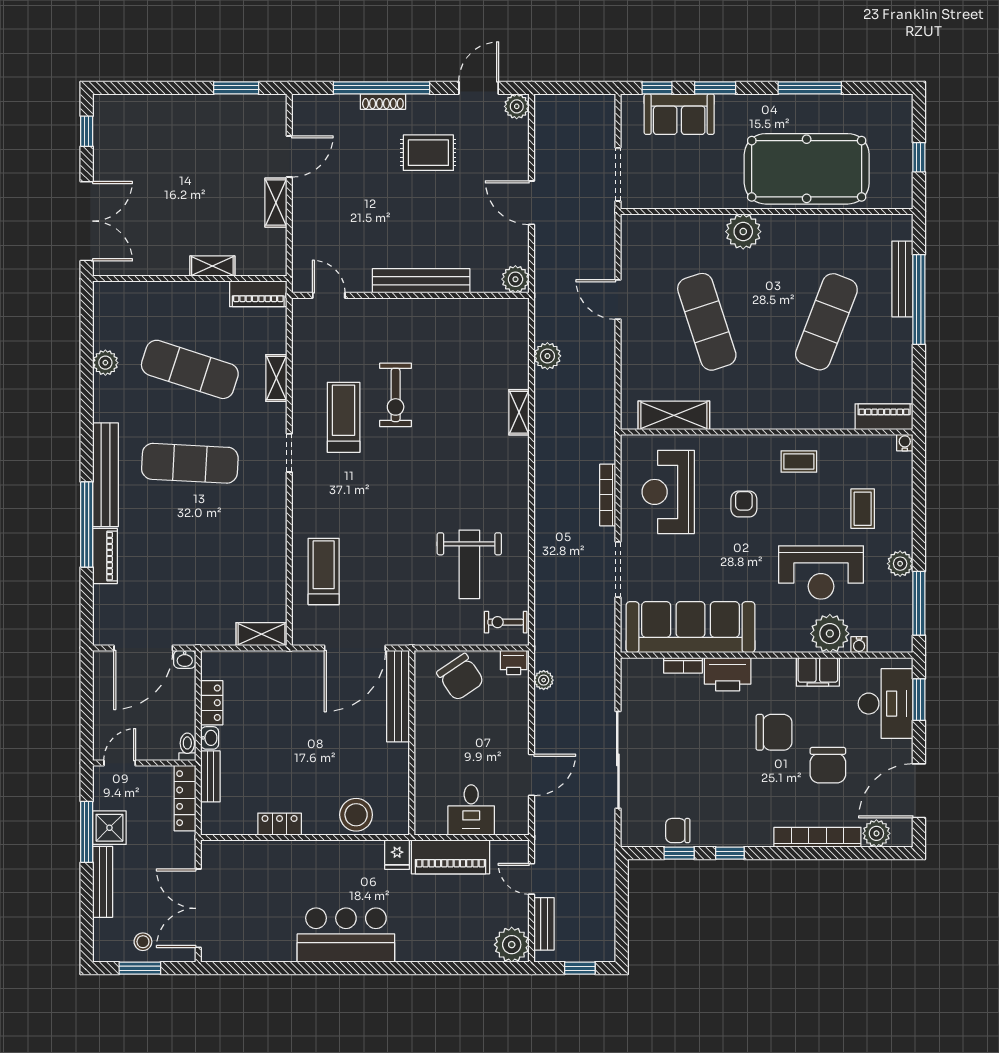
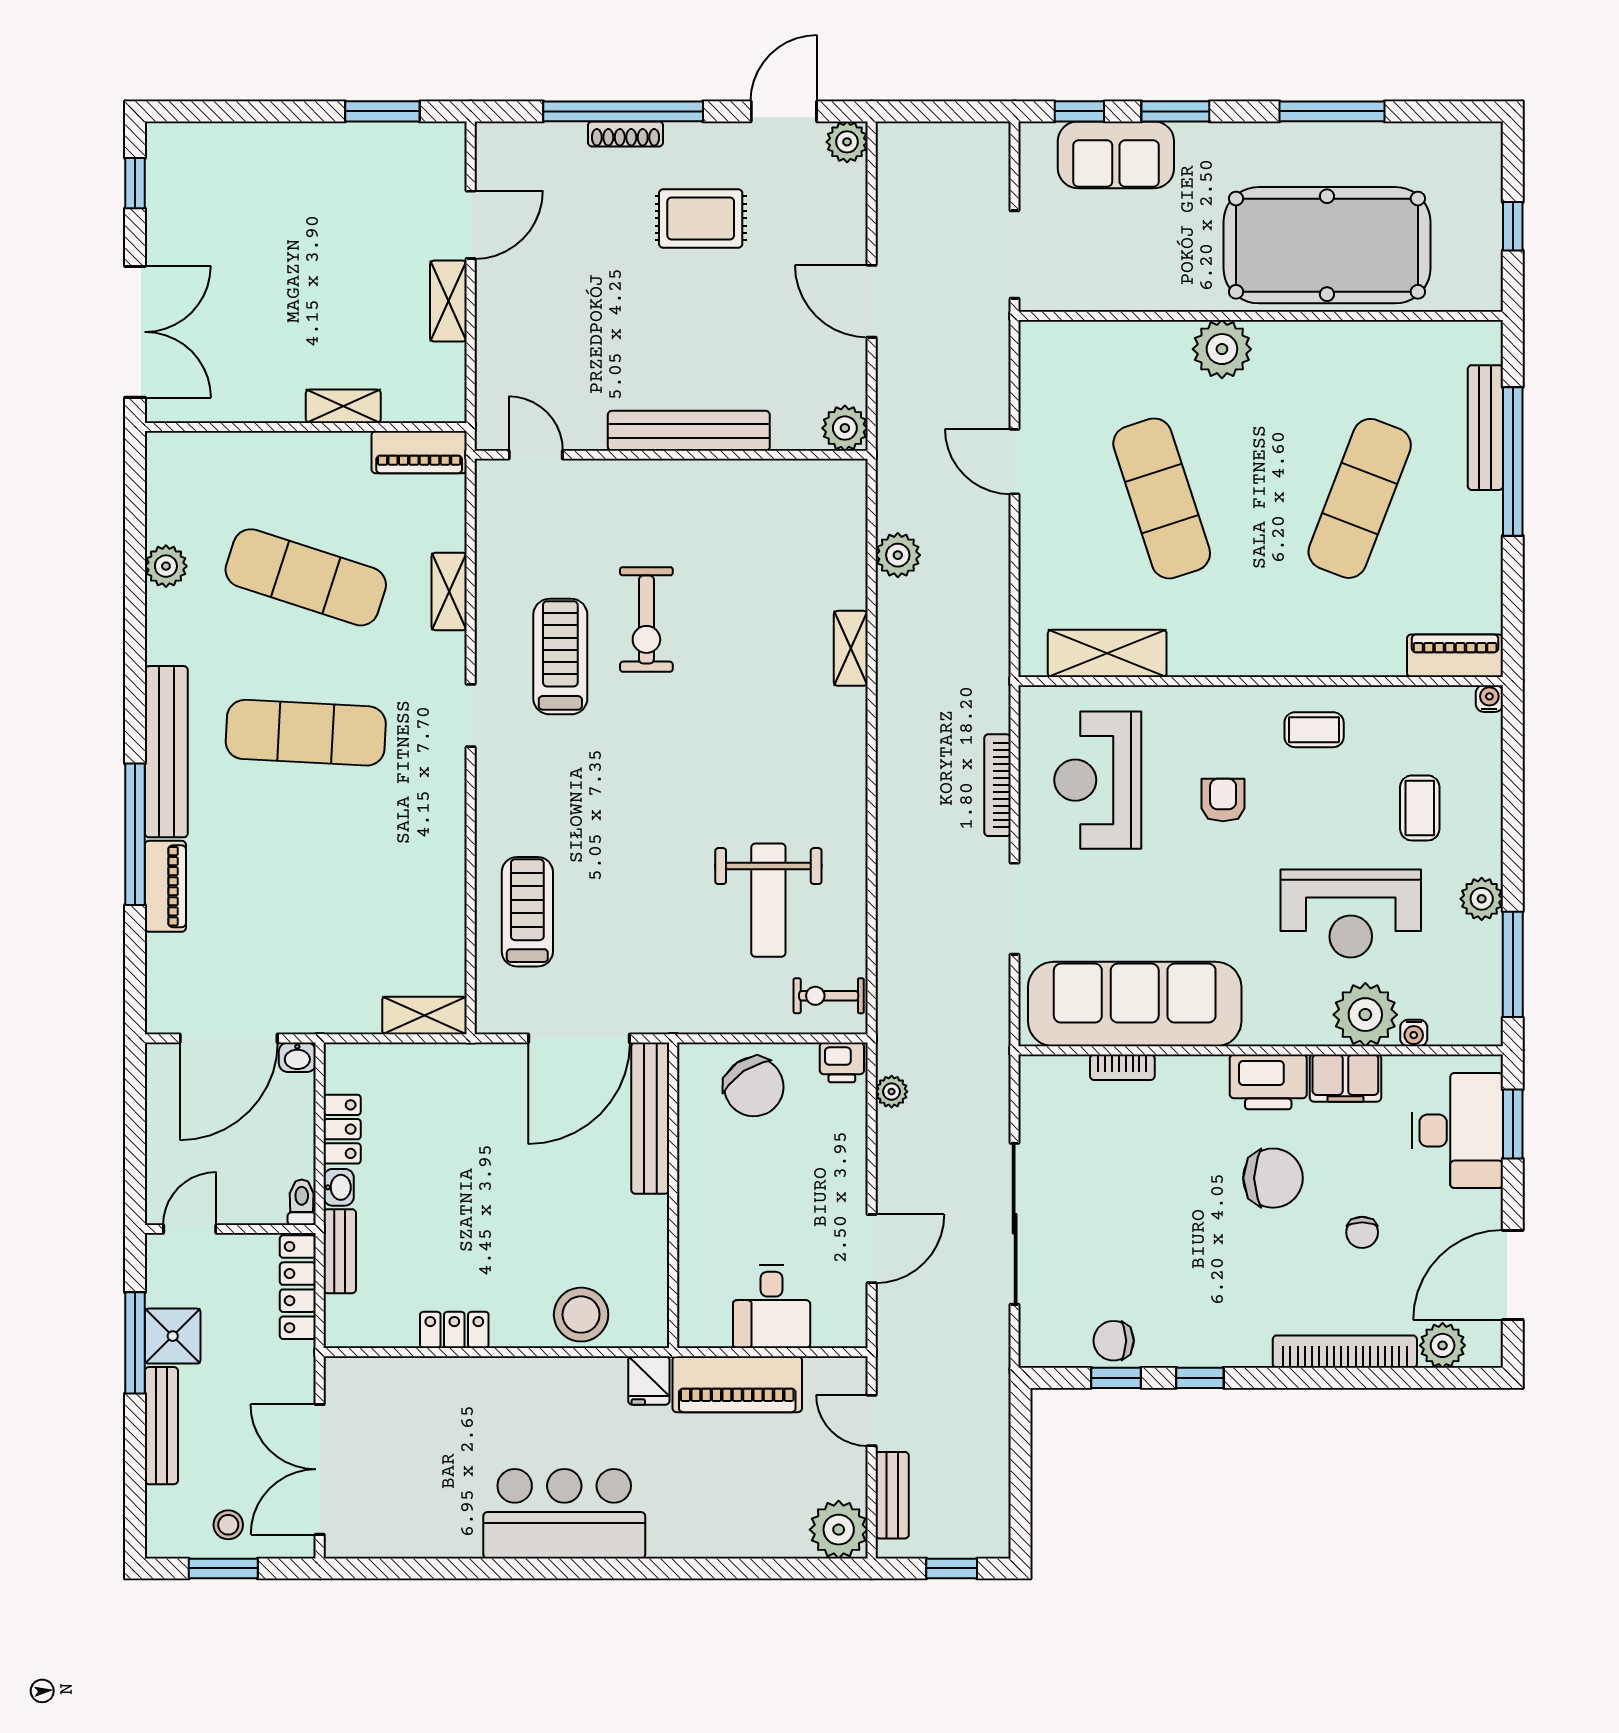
printer: (728, 674) -> (1268, 1082), moved
chair: (828, 765) -> (1362, 1232), width x0.54, depth x0.54

